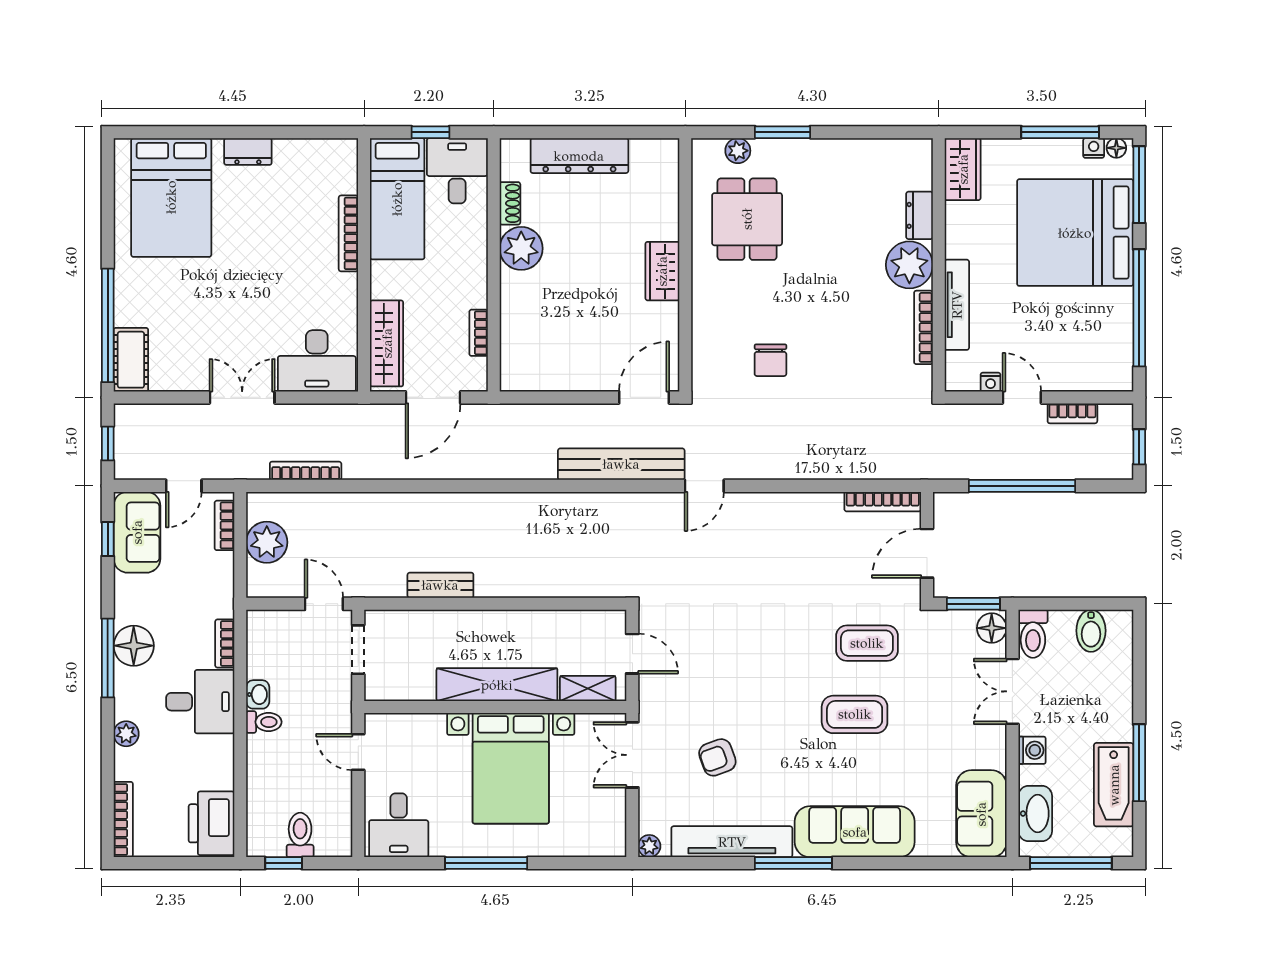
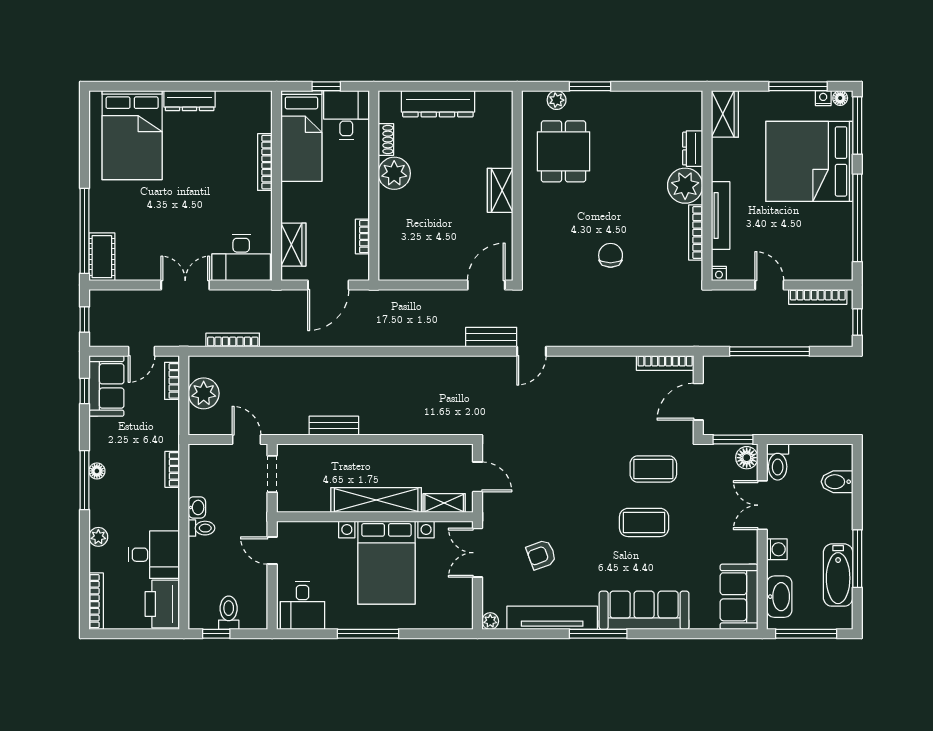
dresser: (248, 152) -> (190, 101), width x1.44
wardrobe: (387, 343) -> (293, 245), width x0.67
chair: (770, 360) -> (611, 255), moved, turned 180
nightstand: (990, 382) -> (719, 273), moved
bookcase: (1072, 413) -> (818, 297), width x1.56
bench: (621, 464) -> (491, 337), width x0.54, depth x0.82
bidet: (1091, 631) -> (837, 482), moved, turned 90
floor lamp: (134, 646) -> (97, 471), width x0.53, depth x0.53
desk: (200, 702) -> (154, 555), moved

